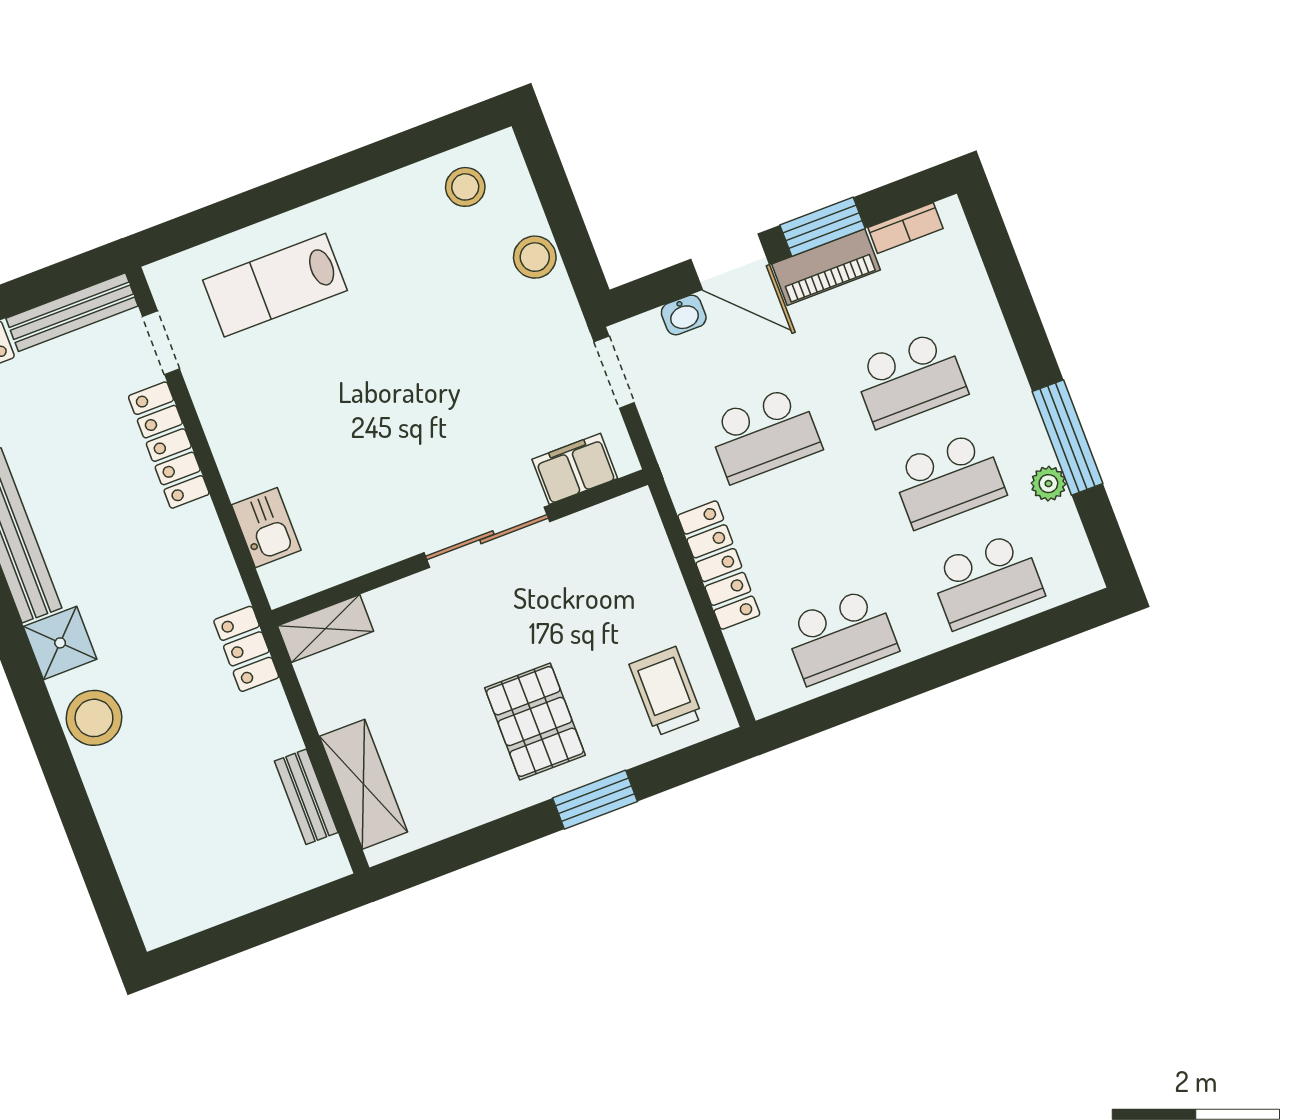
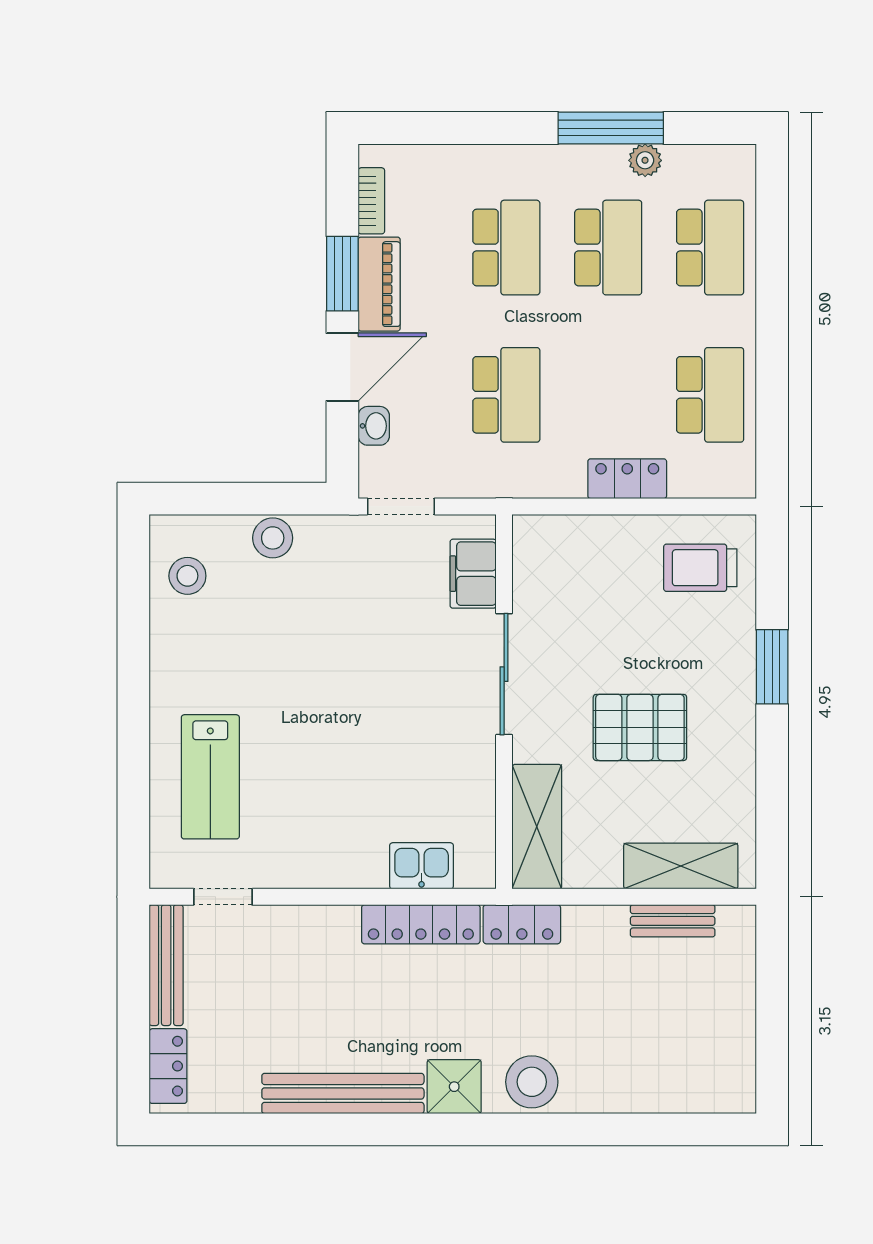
locker: (169, 445) -> (421, 924), moved
locker: (719, 565) -> (627, 479), width x0.66
shelving: (325, 629) -> (537, 827), width x1.50, depth x1.33
pallet: (535, 722) -> (640, 727), moved

